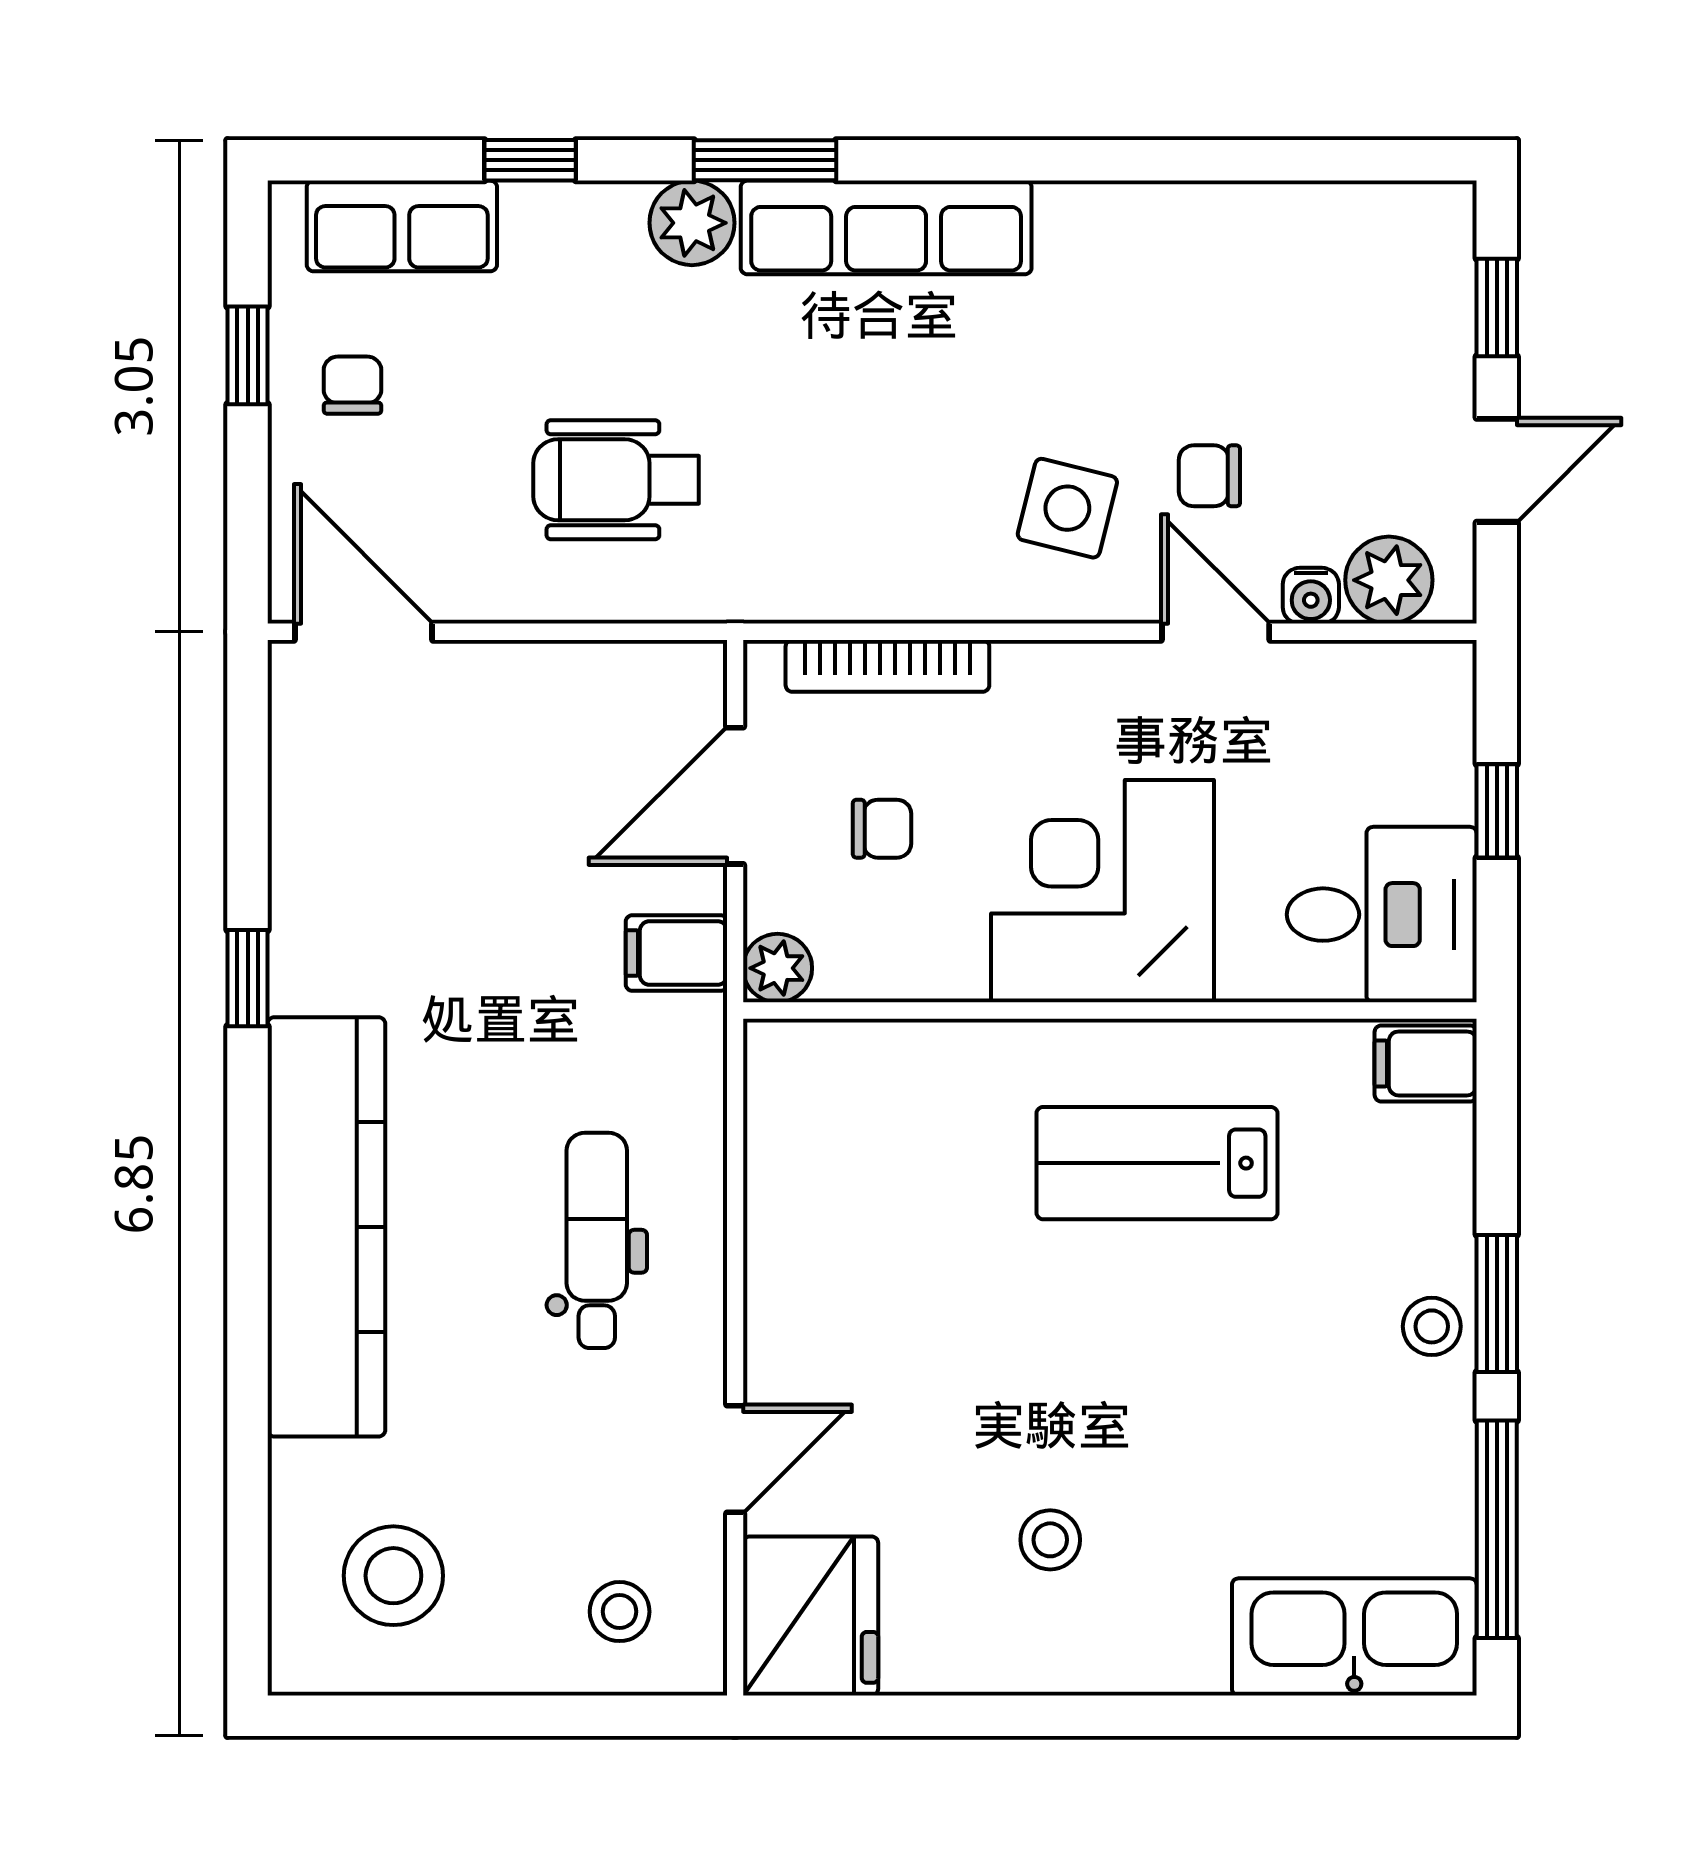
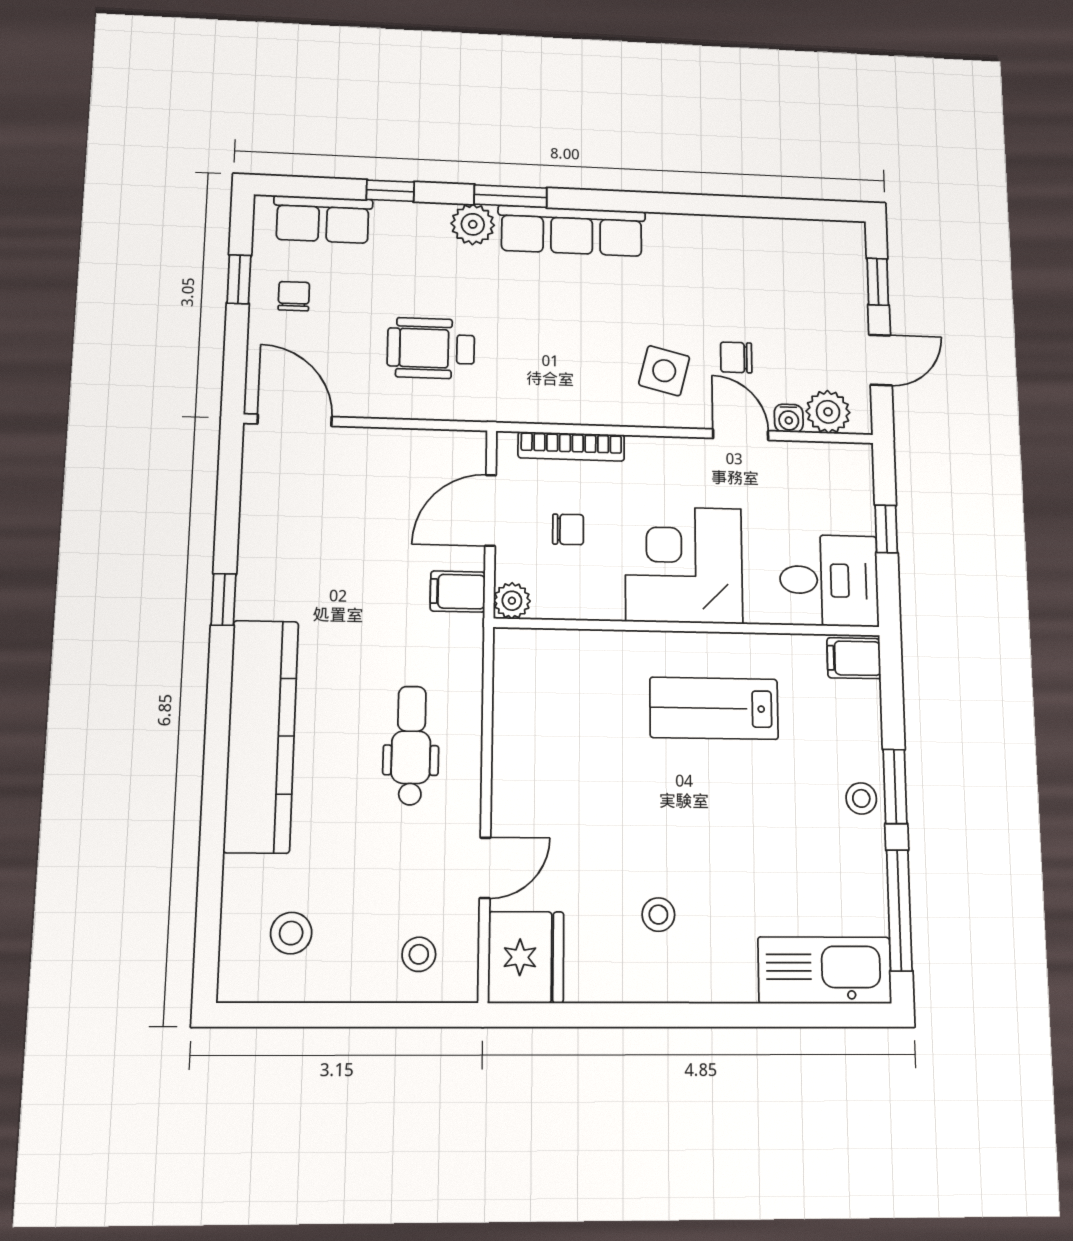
stool: (393, 1576) -> (291, 933), width x0.73, depth x0.73

